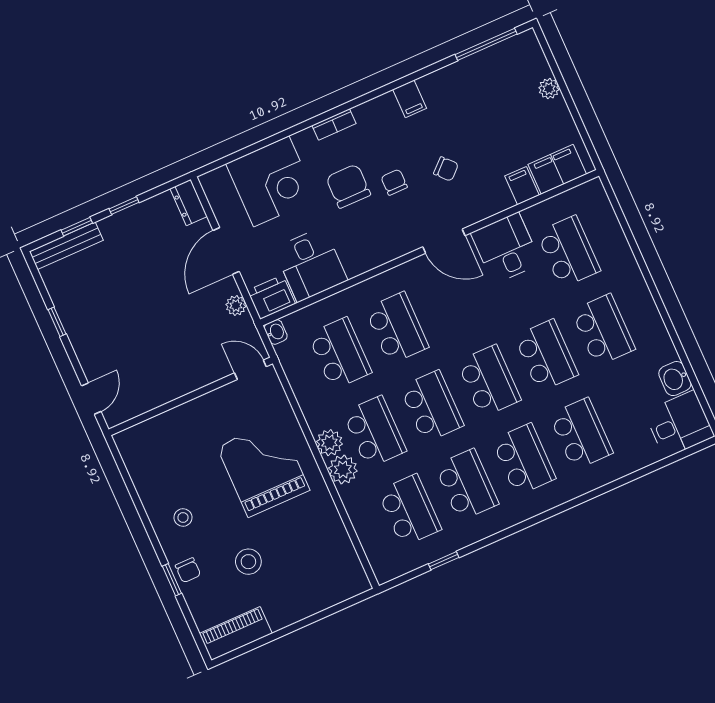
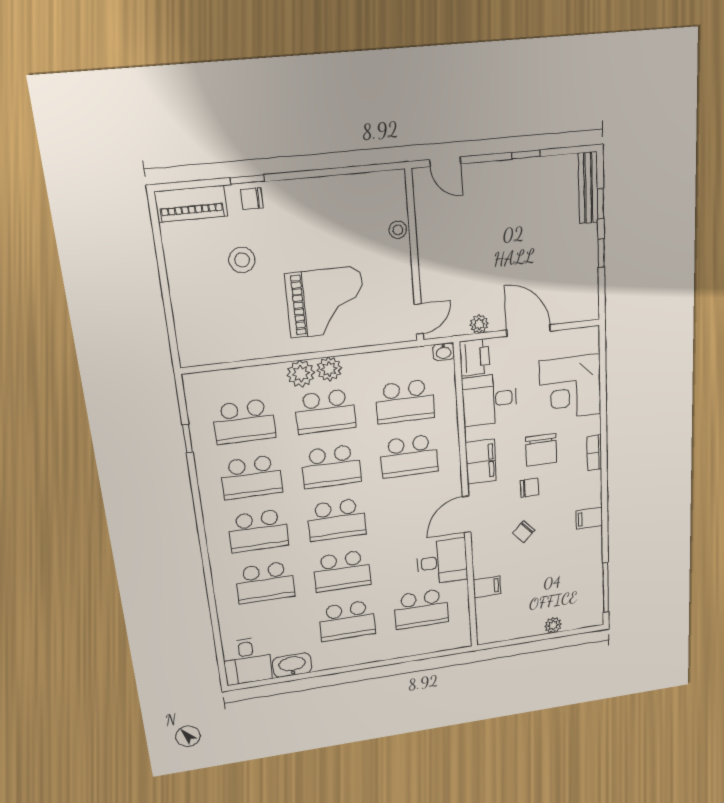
filing cabinet: (557, 169) -> (481, 462), moved
chair: (348, 186) -> (541, 450), turned 90
dresser: (189, 203) -> (581, 311), removed
washbasin: (675, 379) -> (292, 665), width x1.38
stool: (183, 518) -> (398, 230), moved
piano: (236, 634) -> (191, 204), moved, turned 90

